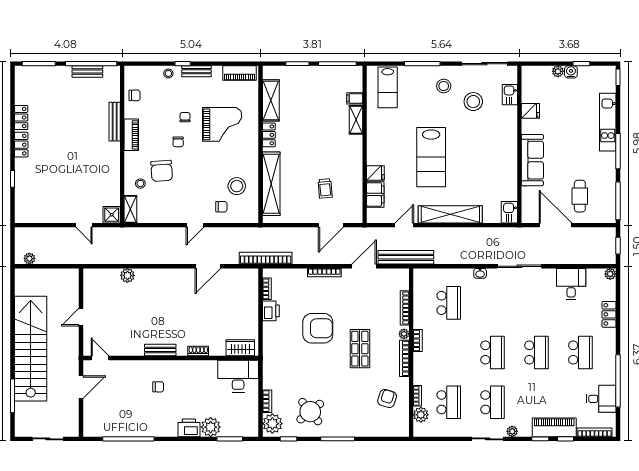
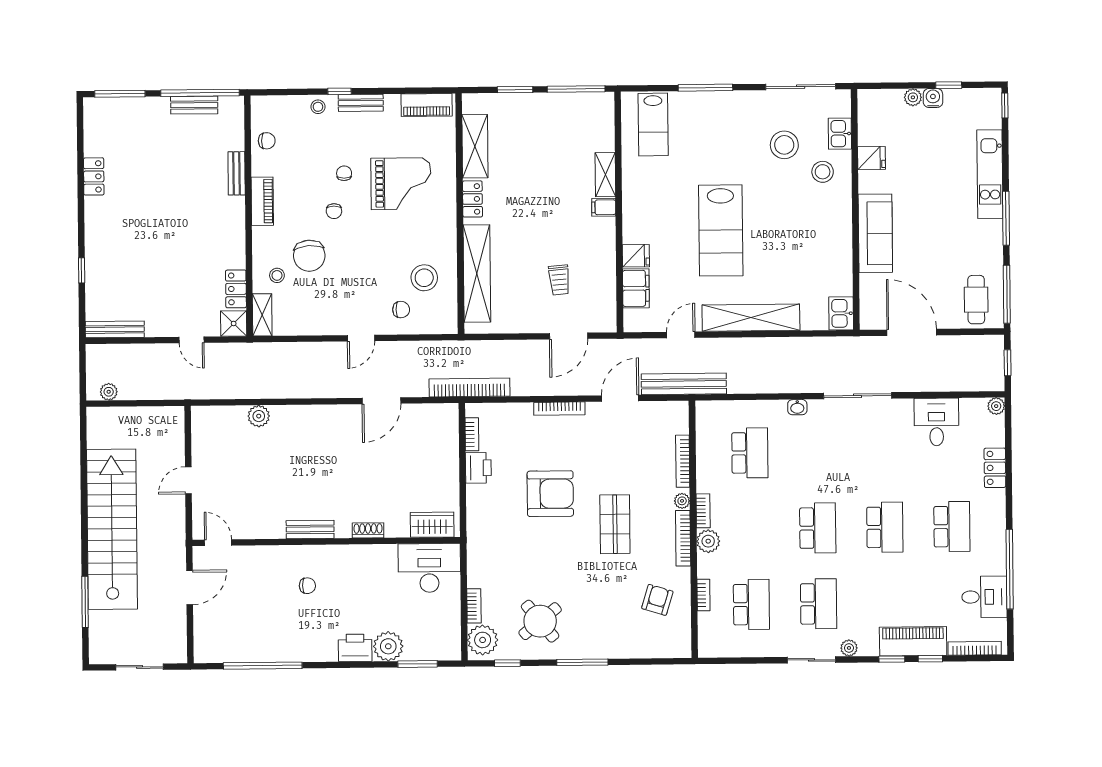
stool: (444, 86) -> (823, 172), moved
filing cabinet: (355, 98) -> (604, 207), moved
bench: (115, 122) -> (237, 173), width x0.73
locker: (21, 145) -> (236, 289), moved, turned 180
cafe table: (580, 196) -> (976, 300), moved
bench: (34, 218) -> (115, 329), added
plant: (421, 415) -> (708, 541), moved

